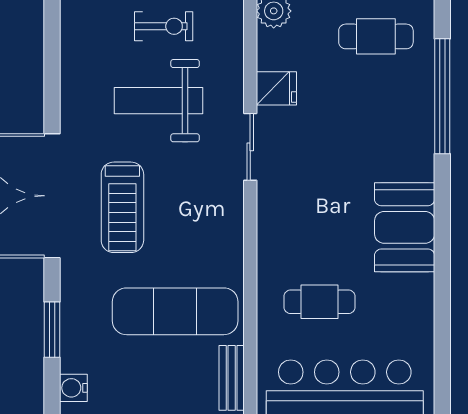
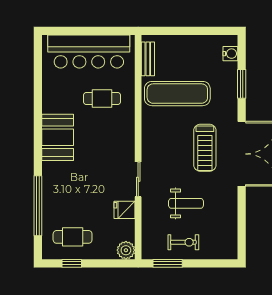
exercise bike: (164, 26) -> (183, 242), turned 180
weight bench: (159, 101) -> (186, 203), width x0.73, depth x0.75
treadmill: (122, 207) -> (205, 148), turned 180

